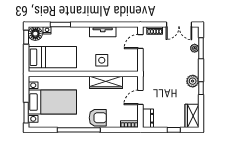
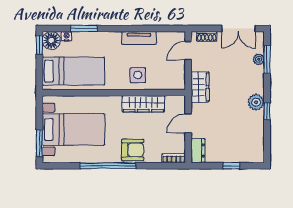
wardrobe: (192, 116) -> (200, 87), moved, turned 180

